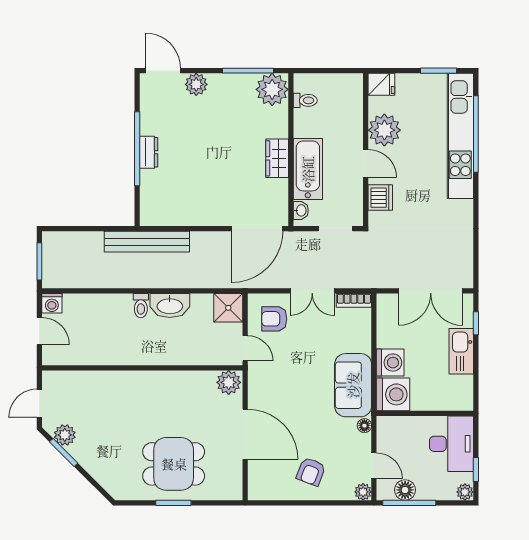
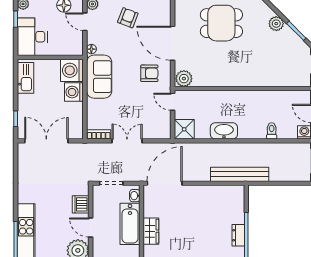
toilet: (141, 306) -> (272, 131), moved
armchair: (274, 319) -> (149, 73), moved
kitchen sink: (461, 351) -> (26, 78), moved
plant: (65, 435) -> (276, 24), moved

